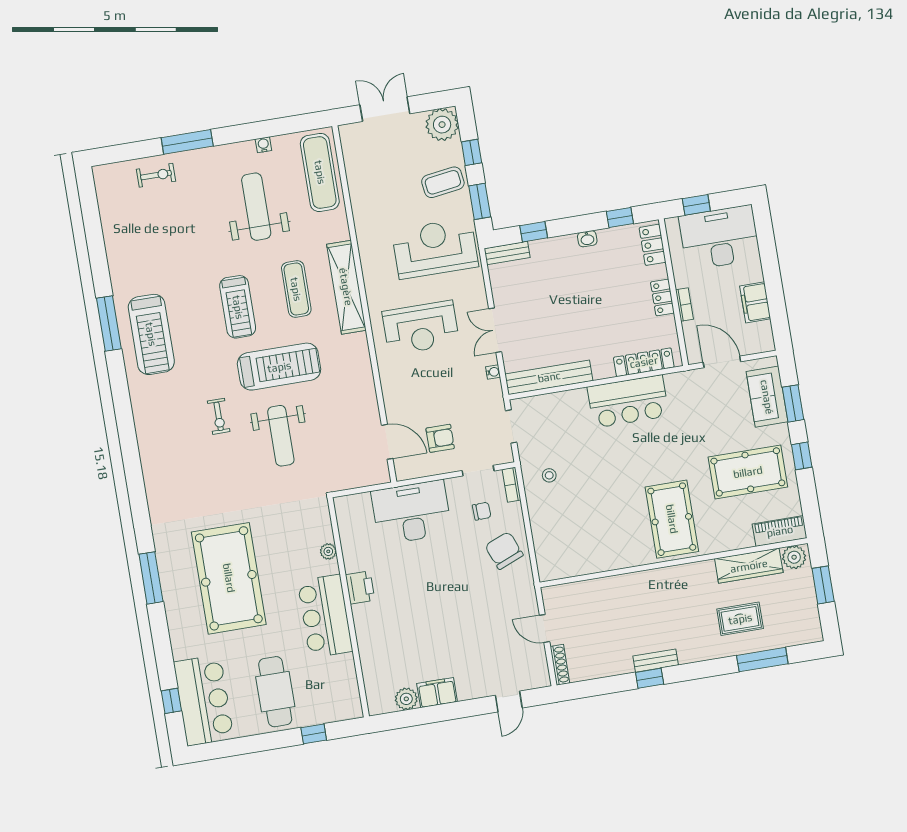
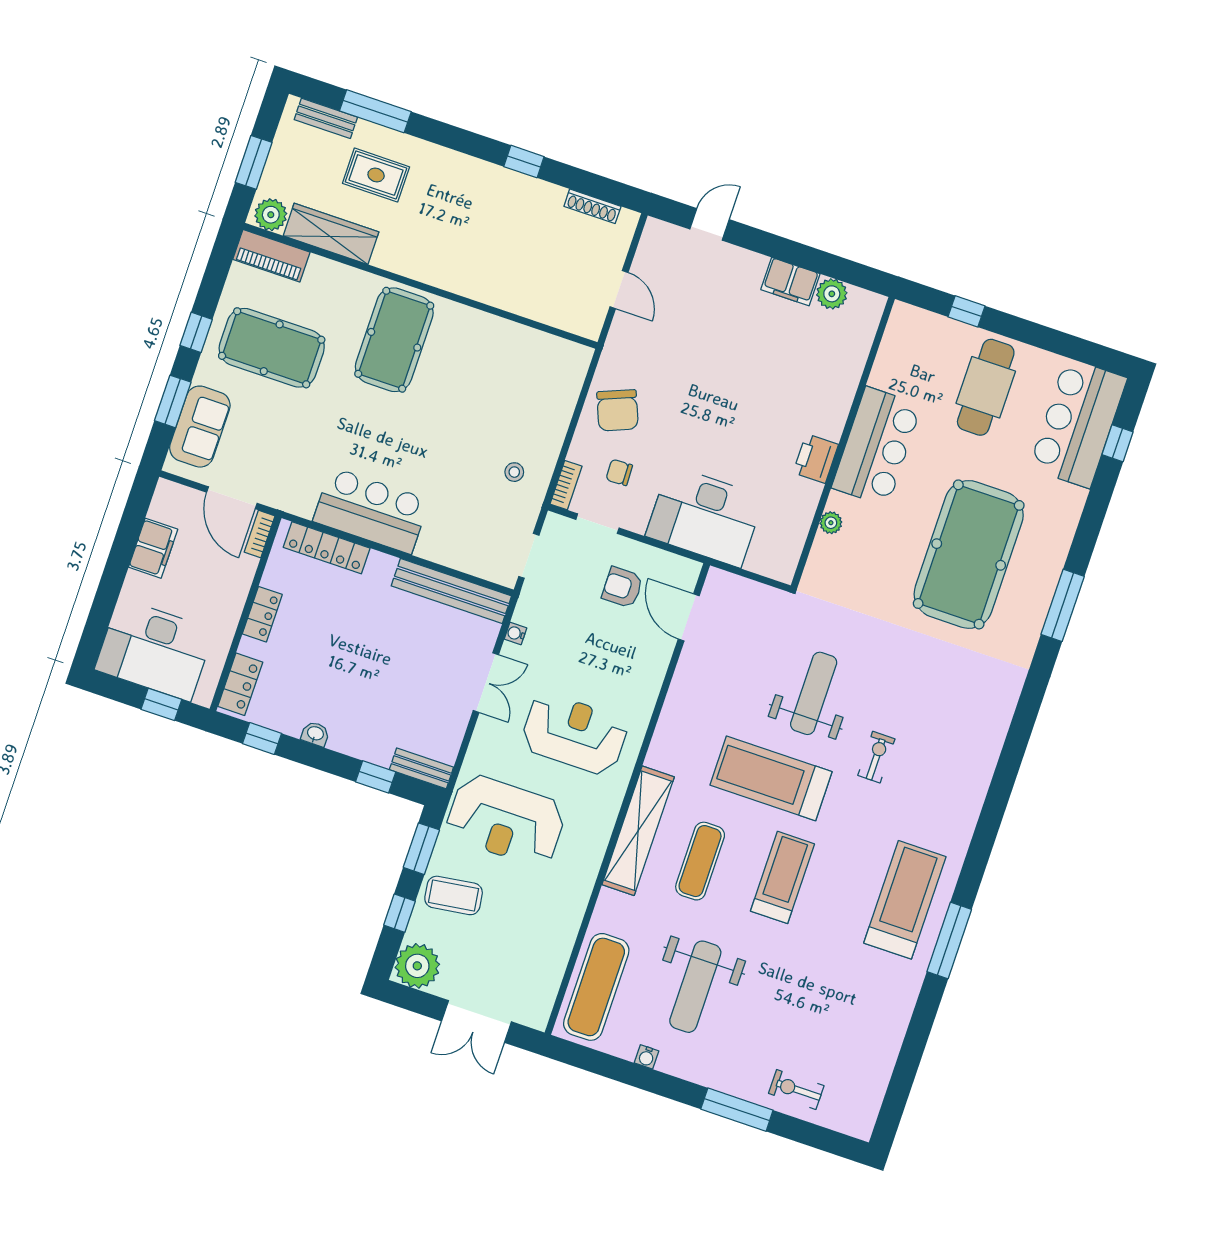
bookcase: (684, 304) -> (260, 534), moved
bench: (656, 661) -> (326, 118), moved
shoe rack: (560, 665) -> (592, 206), moved, turned -90

